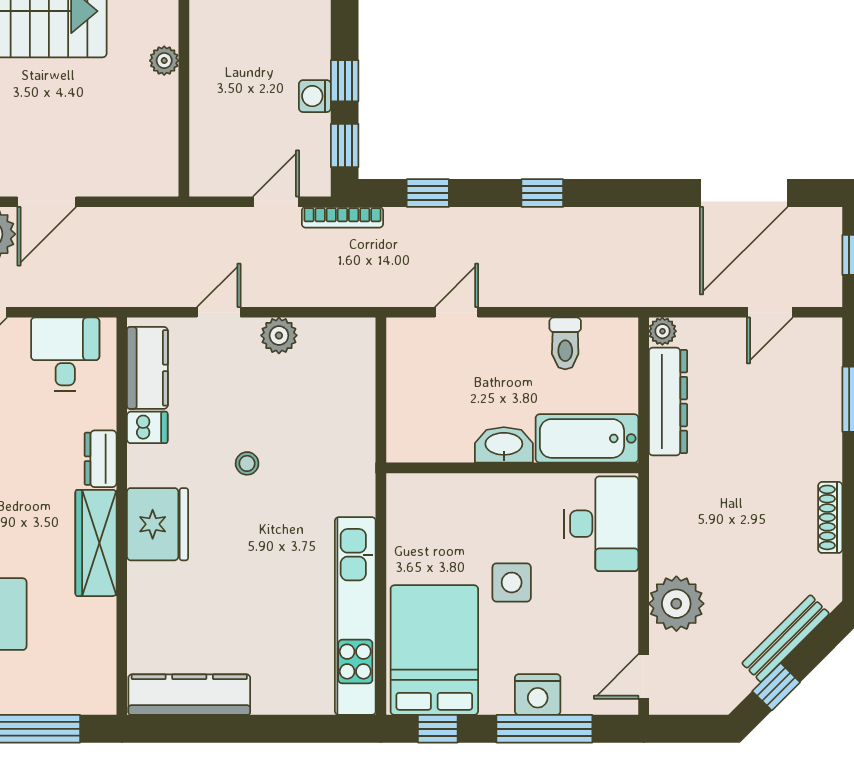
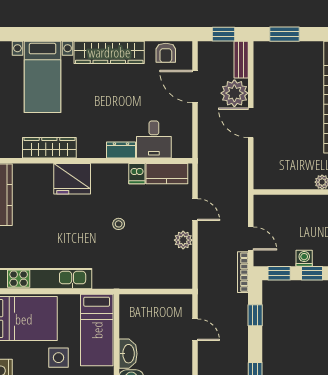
desk: (65, 354) -> (154, 139), moved, turned 90
bed: (457, 507) -> (97, 330), added
fridge: (158, 524) -> (72, 179), moved
wardrobe: (96, 543) -> (49, 148), moved

